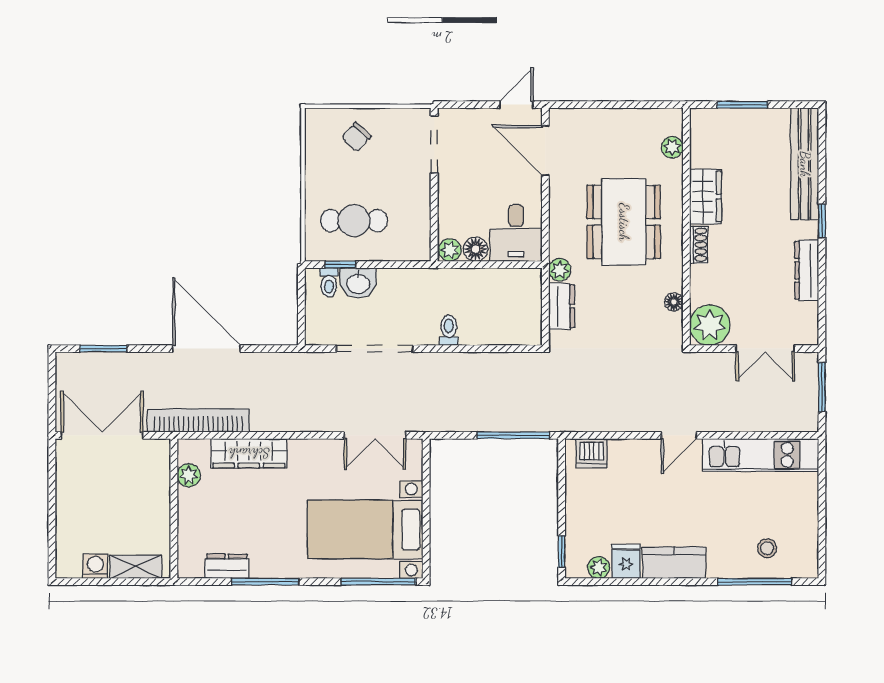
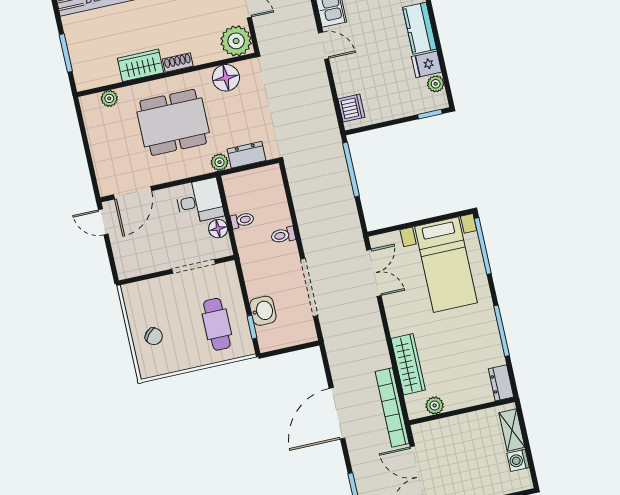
doorway: (434, 144) -> (193, 266), moved
plant: (450, 250) -> (223, 248), removed
toilet: (329, 282) -> (242, 220), moved
floor lamp: (674, 302) -> (226, 78), width x1.89, depth x1.89
dresser: (227, 566) -> (501, 383), moved

